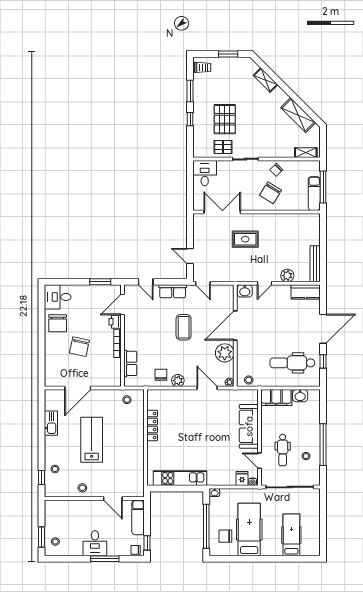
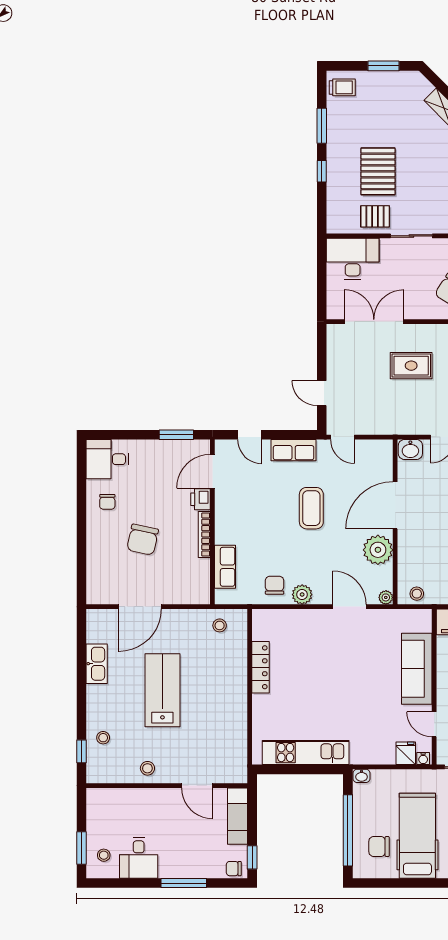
desk: (205, 173) -> (353, 259), width x1.37
chair: (58, 323) -> (107, 502), width x0.54, depth x0.54
desk: (95, 543) -> (139, 858), moved

